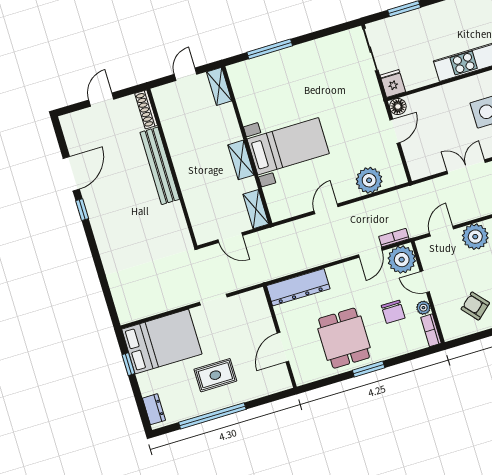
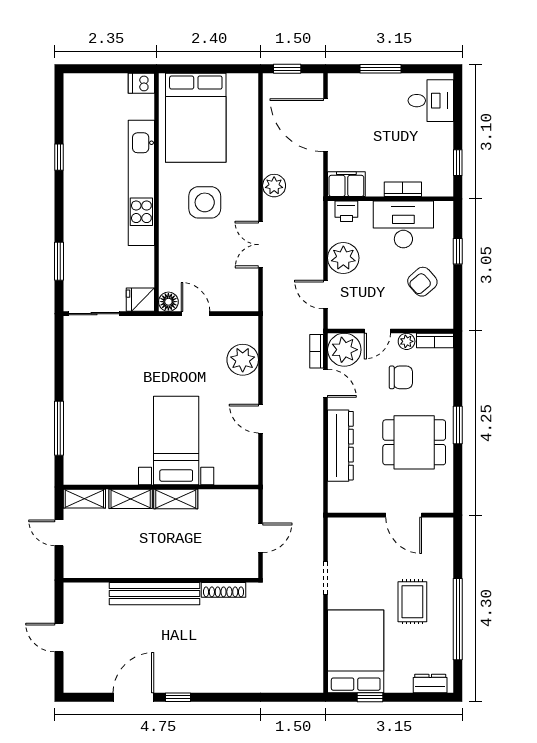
shoe rack: (146, 109) -> (224, 590), moved
door: (71, 174) -> (133, 697), hinge flipped
shelving: (256, 209) -> (131, 499), moved
dresser: (298, 287) -> (340, 446), moved

